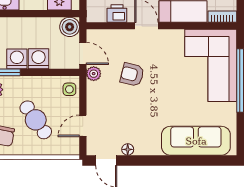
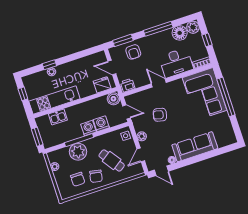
printer: (117, 13) -> (128, 85), moved
plant: (94, 74) -> (142, 136), moved
sofa: (196, 141) -> (195, 147), moved

